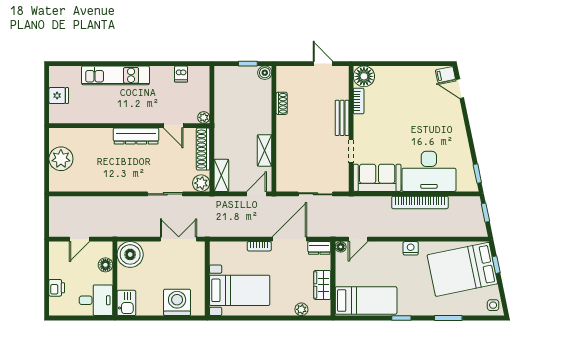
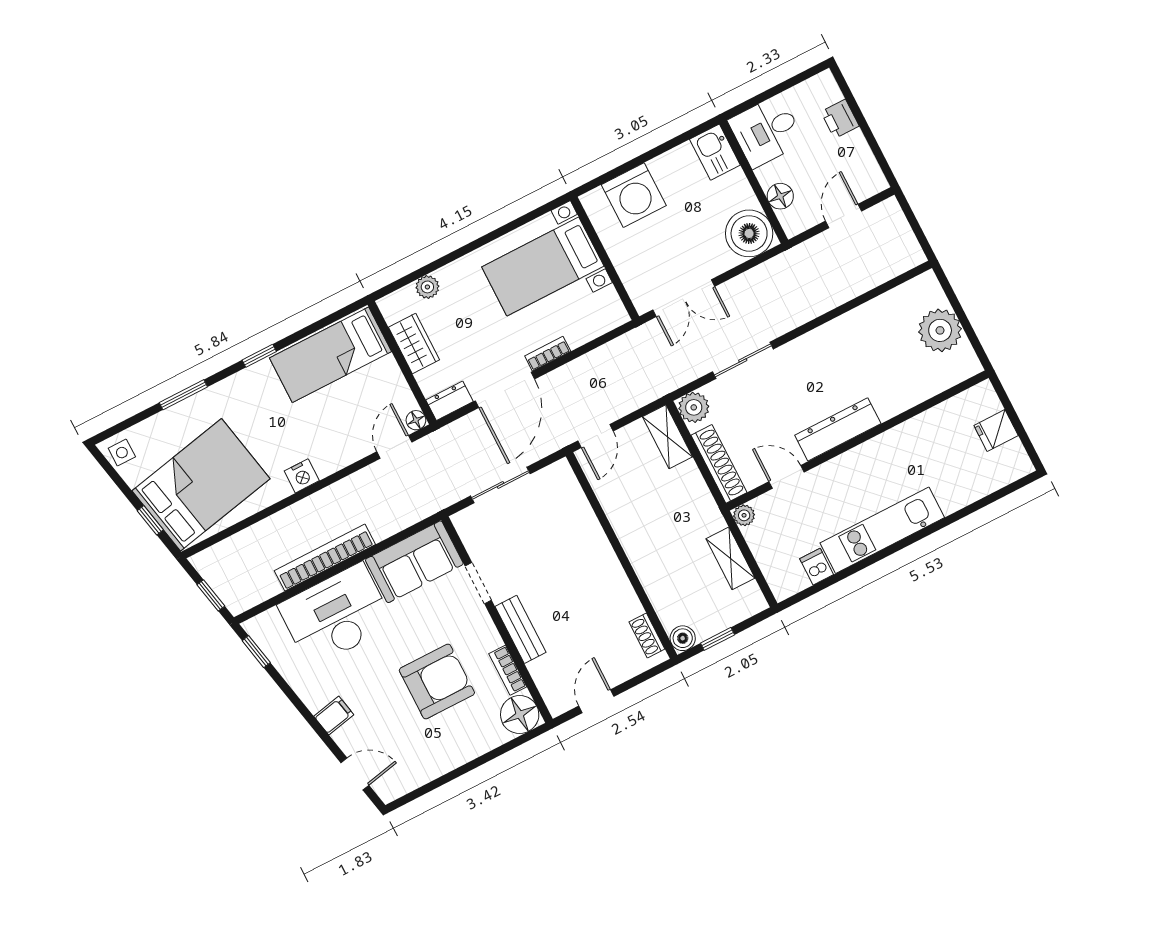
door: (323, 64) -> (596, 701), swing flipped
kitchen unit: (115, 75) -> (882, 530), moved
filing cabinet: (445, 75) -> (334, 715), moved
shoe rack: (282, 103) -> (647, 636), moved
armchair: (396, 113) -> (437, 682), added
shelving: (265, 150) -> (730, 558), moved

